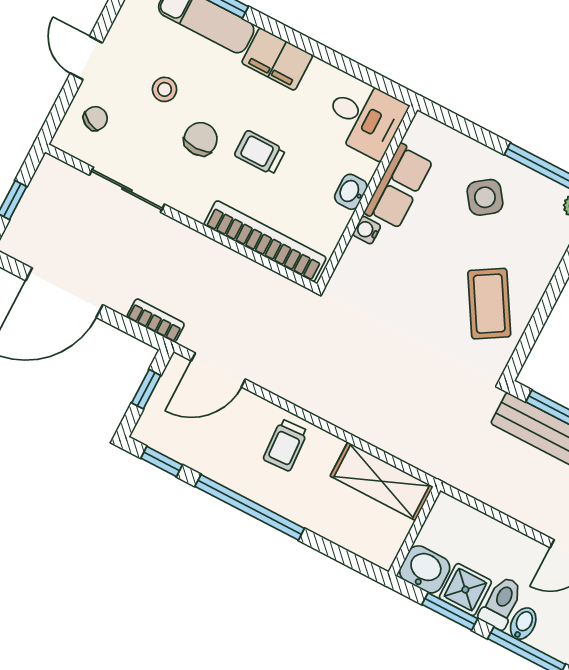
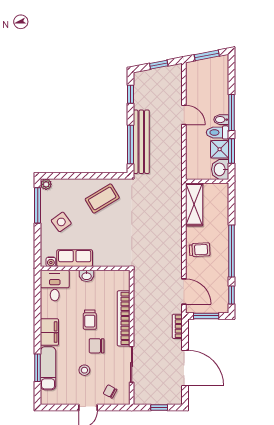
water cooler: (367, 230) -> (51, 262), moved
bookcase: (265, 241) -> (124, 318), moved
window: (146, 389) -> (206, 316), width x1.50

